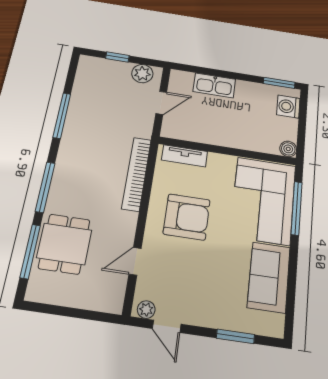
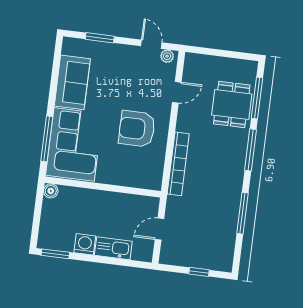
plant: (142, 74) -> (177, 257), removed
washing machine: (288, 107) -> (85, 244), moved, turned -90
tv unit: (185, 156) -> (139, 181), removed

